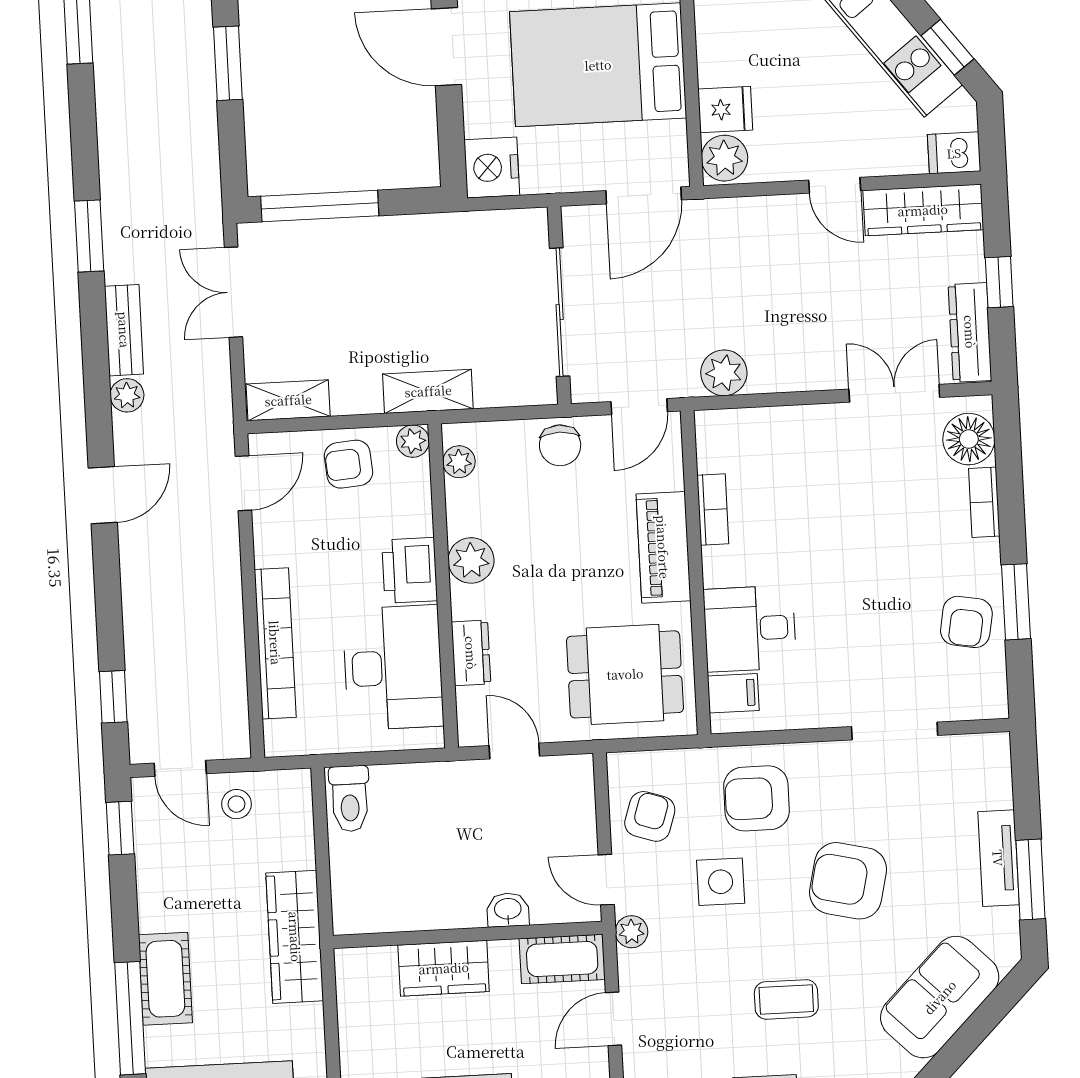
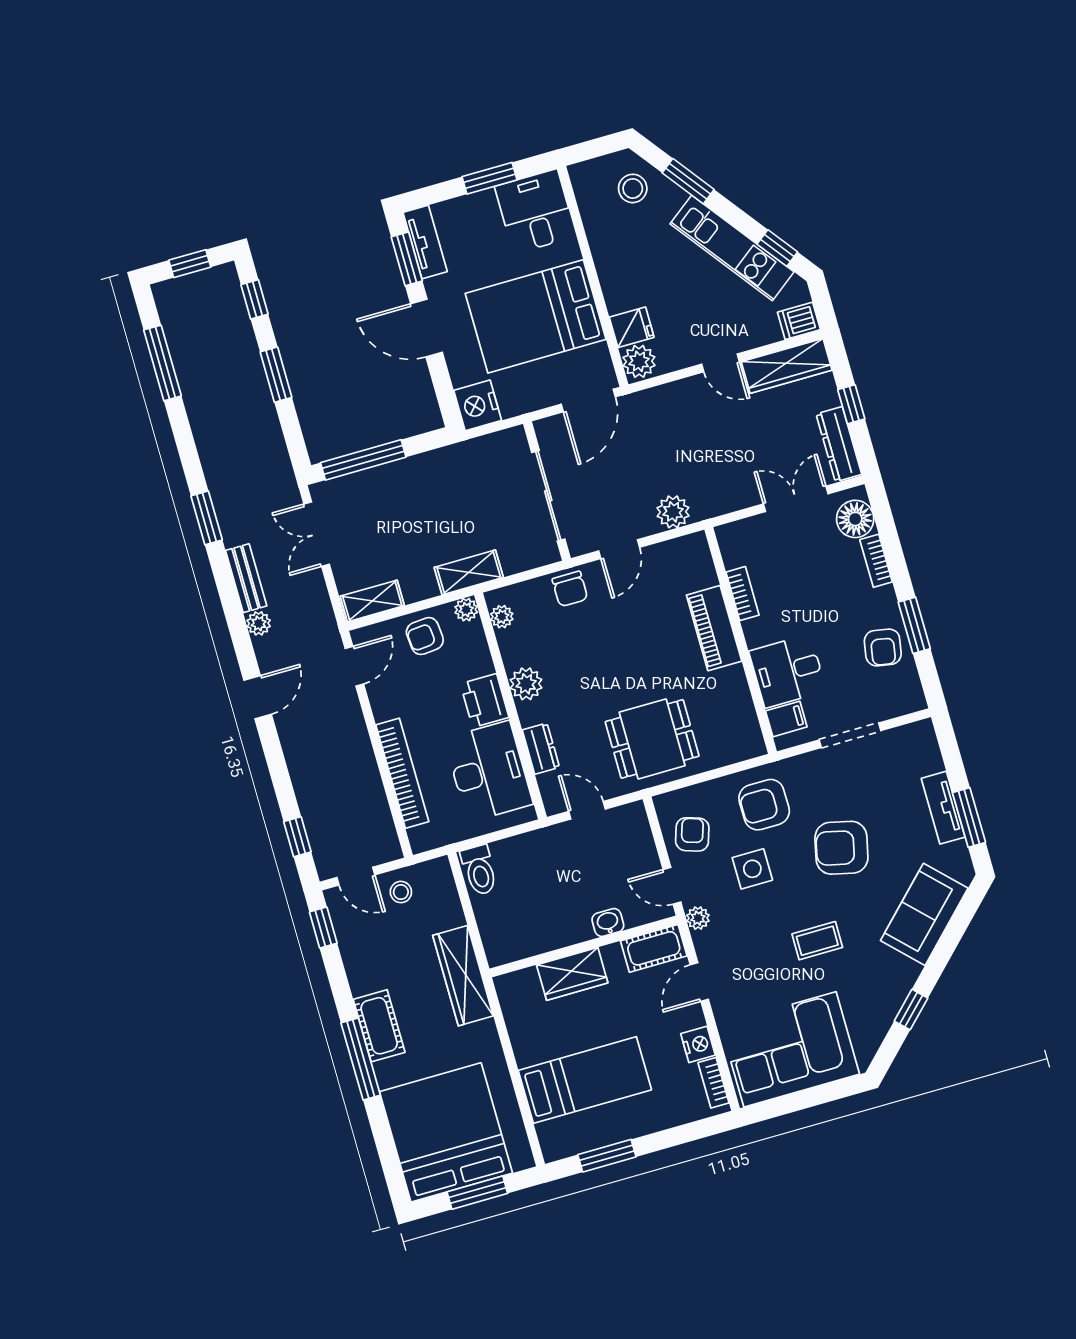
bookcase: (713, 509) -> (743, 594), moved
piano: (663, 547) -> (714, 628), moved
wall: (696, 573) -> (741, 640), moved
desk: (750, 629) -> (788, 671), moved
filing cabinet: (733, 693) -> (786, 719), moved

